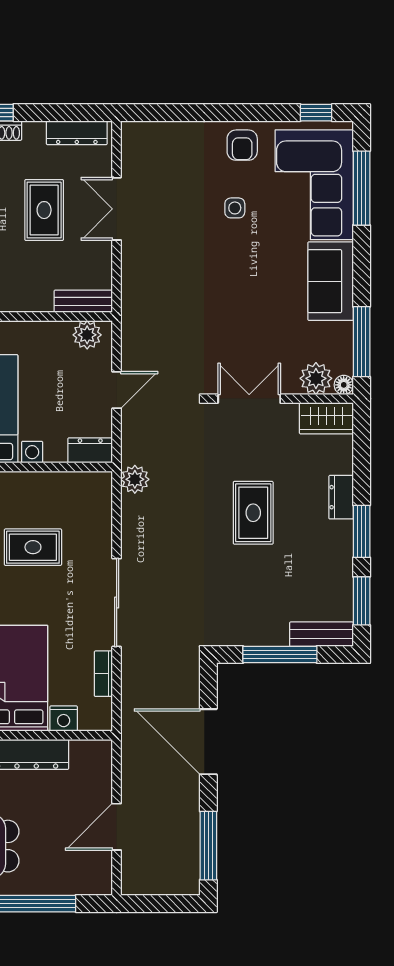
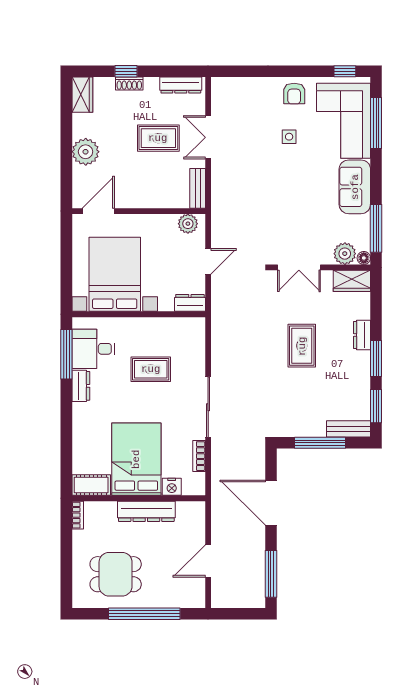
rug: (44, 210) -> (158, 138), turned 90
bench: (83, 301) -> (198, 188), moved, turned 90
double door: (249, 399) -> (299, 267), swing flipped
plant: (135, 479) -> (221, 323), removed

